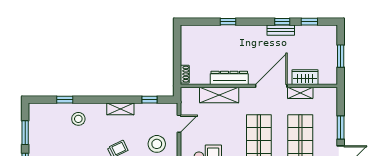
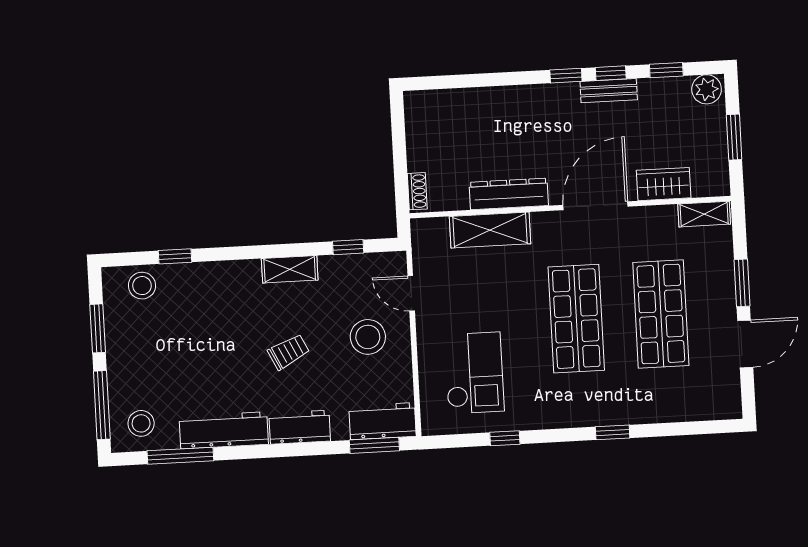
window: (228, 22) -> (566, 76), moved
plant: (329, 32) -> (707, 89), added
shelving: (300, 93) -> (704, 214), moved
stool: (78, 119) -> (142, 286), moved
door: (179, 124) -> (411, 293), swing flipped

